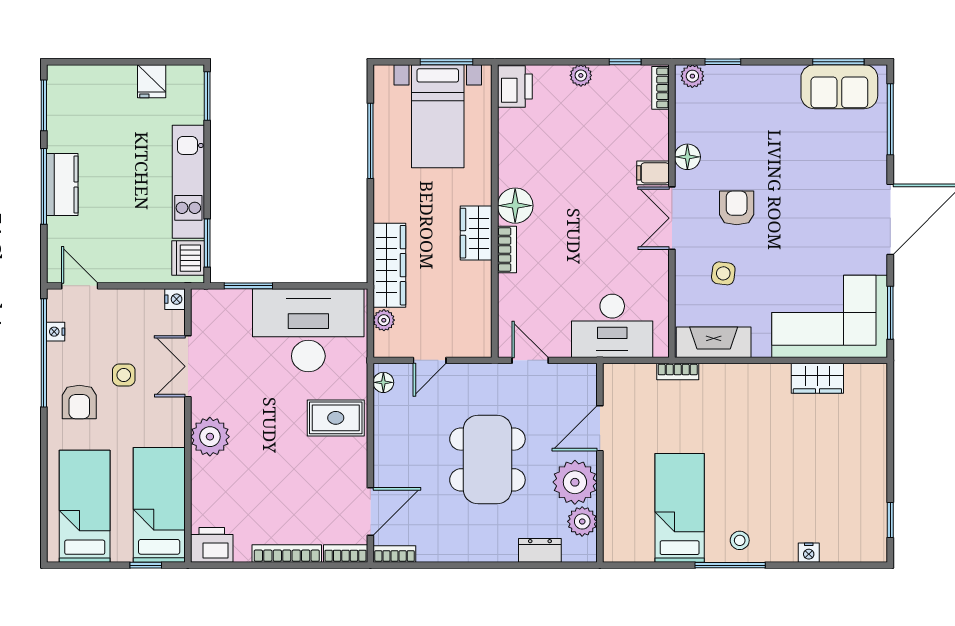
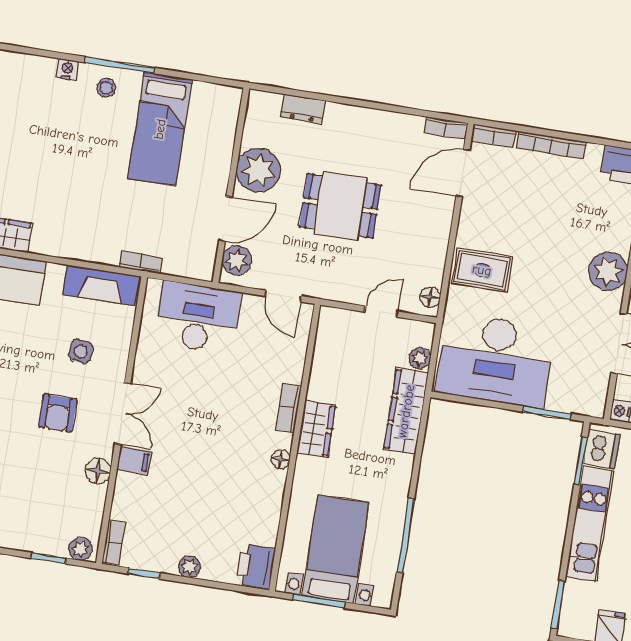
floor lamp: (515, 206) -> (281, 459), width x0.53, depth x0.53
dining table: (487, 459) -> (340, 206), width x0.73
plant: (582, 521) -> (237, 260), moved
nightstand: (809, 553) -> (67, 69), moved

